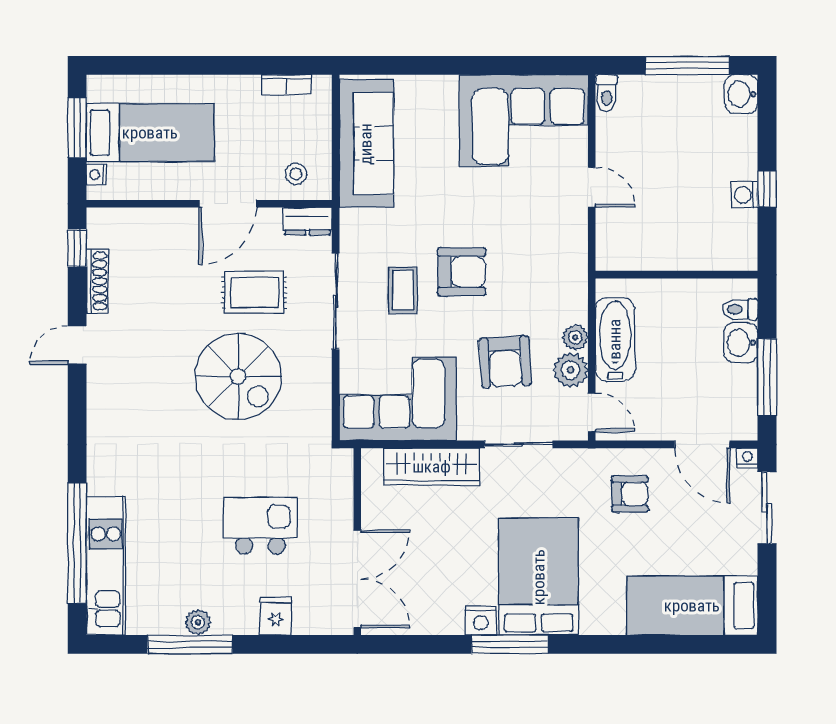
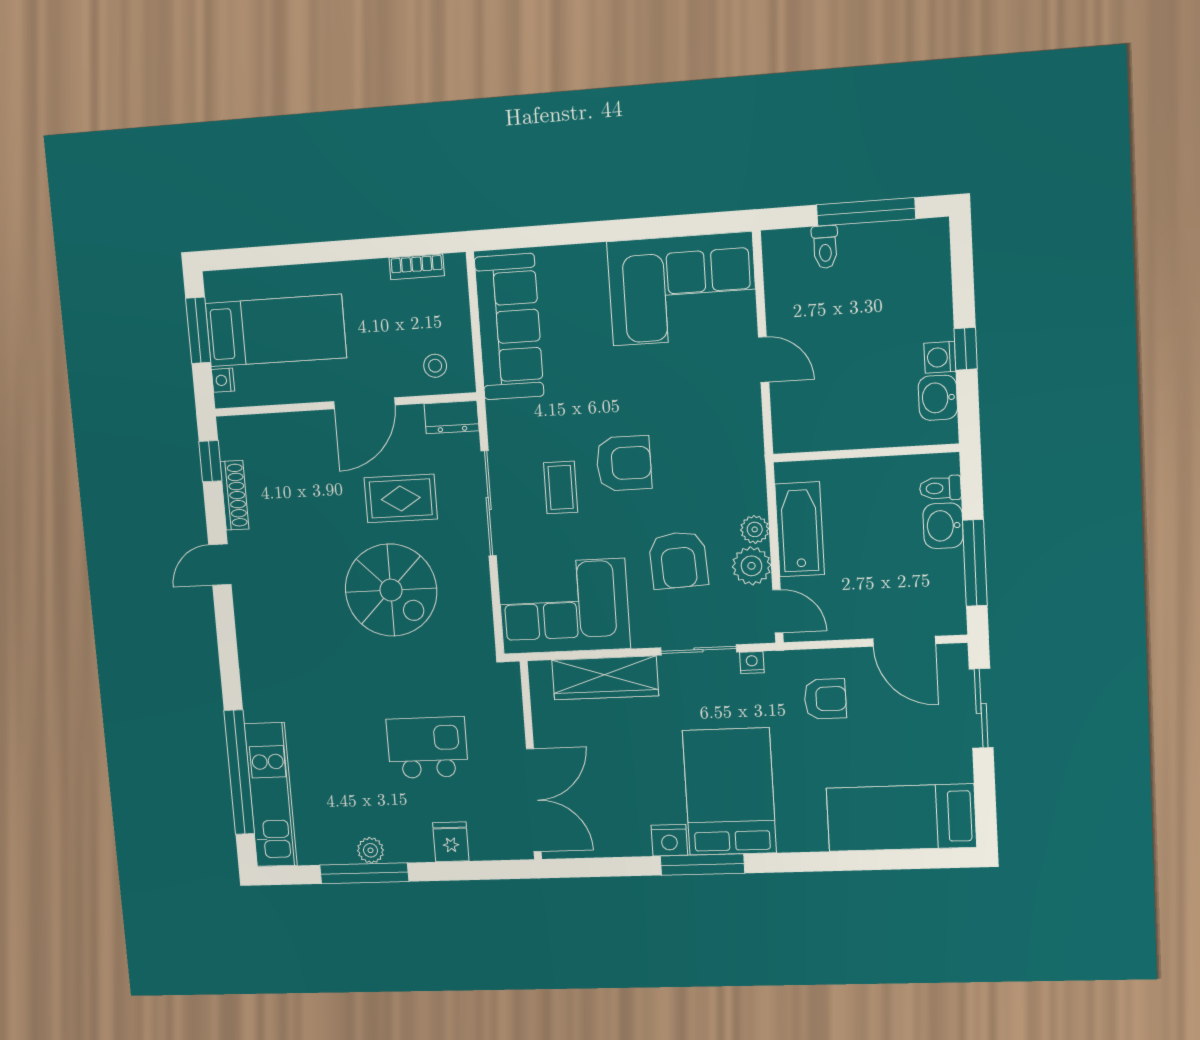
toilet: (607, 93) -> (825, 247), moved
washbasin: (741, 94) -> (938, 398), moved
nightstand: (747, 458) -> (752, 663), moved

